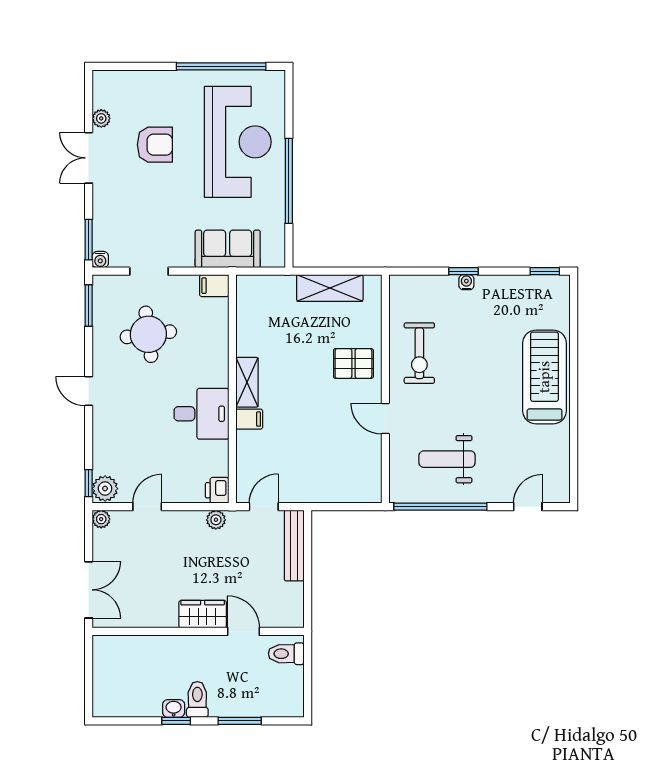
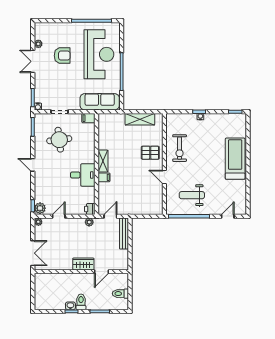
sofa: (228, 249) -> (100, 102), width x1.36
door: (243, 631) -> (101, 272), swing flipped
toilet: (286, 654) -> (120, 294), moved

